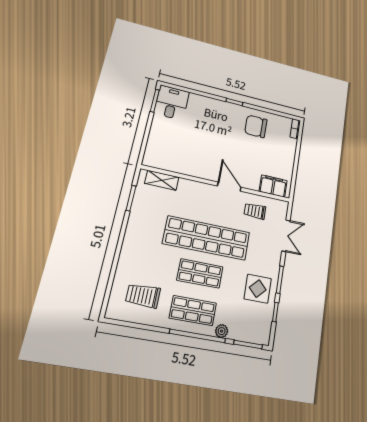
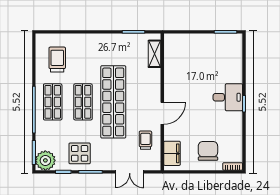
desk: (172, 103) -> (228, 97), moved
chair: (256, 126) -> (208, 151), moved
plant: (222, 331) -> (45, 160), moved, width x1.88, depth x1.88

